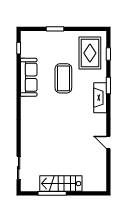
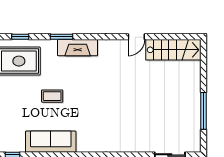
coffee table: (63, 78) -> (52, 96), width x0.54, depth x0.58
stairs: (61, 184) -> (173, 50), moved, turned -90

